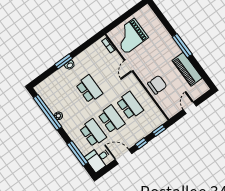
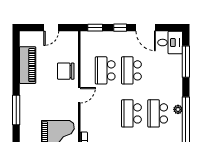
window: (182, 46) -> (16, 110), moved
door: (129, 66) -> (79, 95), moved
school desk: (93, 133) -> (158, 113), moved

